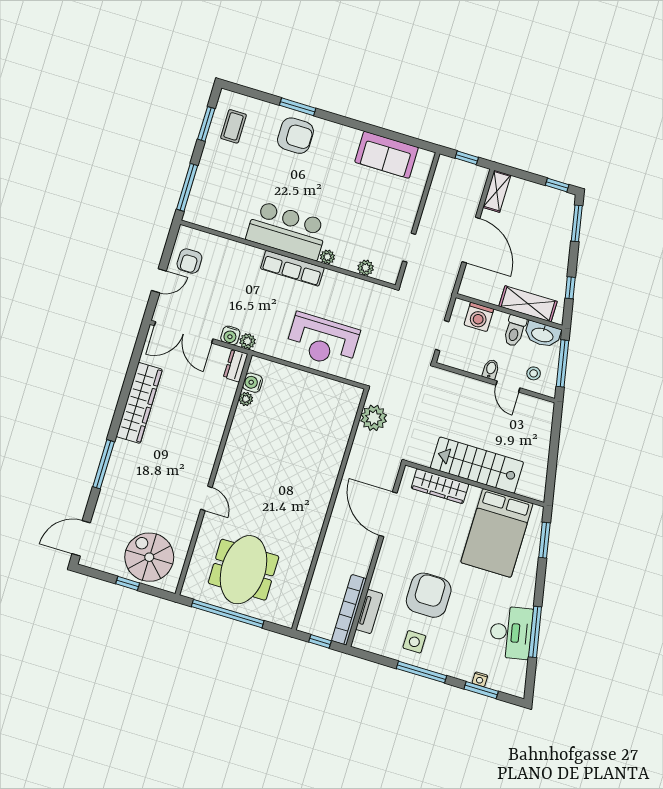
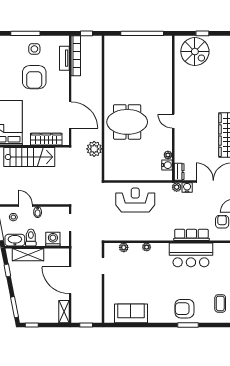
bar counter: (287, 231) -> (191, 255), moved
row of seats: (292, 268) -> (191, 235), moved
plant: (374, 418) -> (94, 149), moved
door: (206, 498) -> (173, 121), moved
meeting table: (244, 570) -> (127, 122), moved, turned 90

